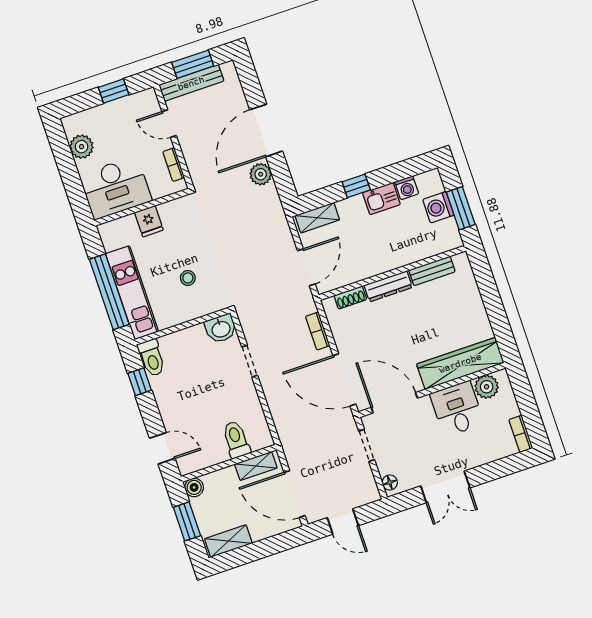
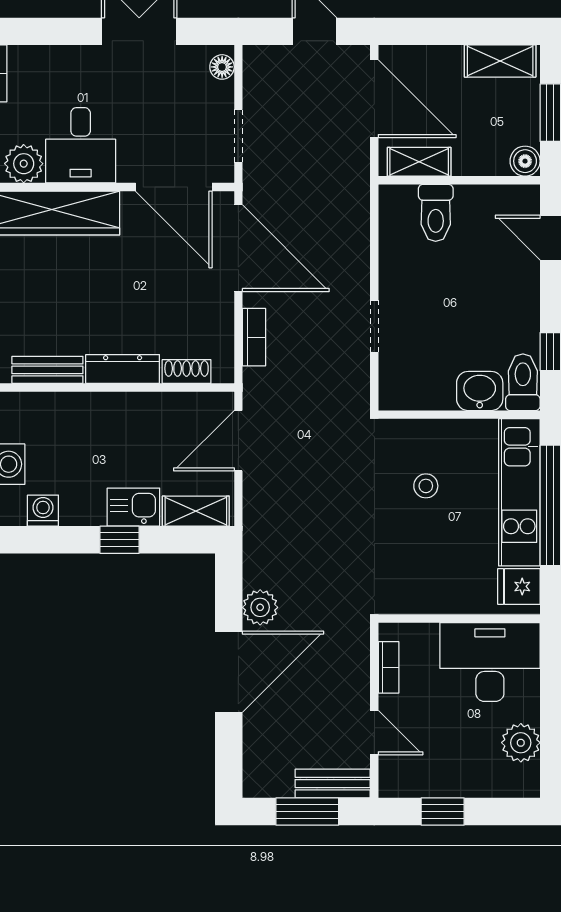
bench: (191, 83) -> (333, 784), width x0.73
kitchen sink: (381, 199) -> (133, 507), moved
fridge: (149, 221) -> (519, 586), moved, turned -90
washbasin: (221, 329) -> (480, 391), moved

